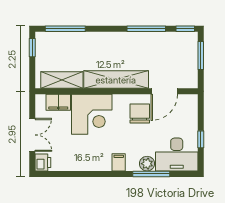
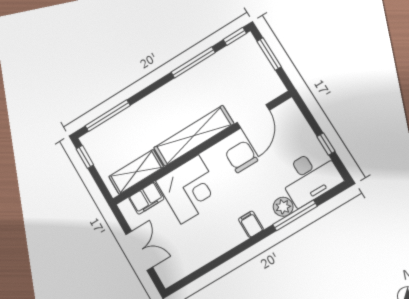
printer: (43, 163) -> (168, 274), removed

